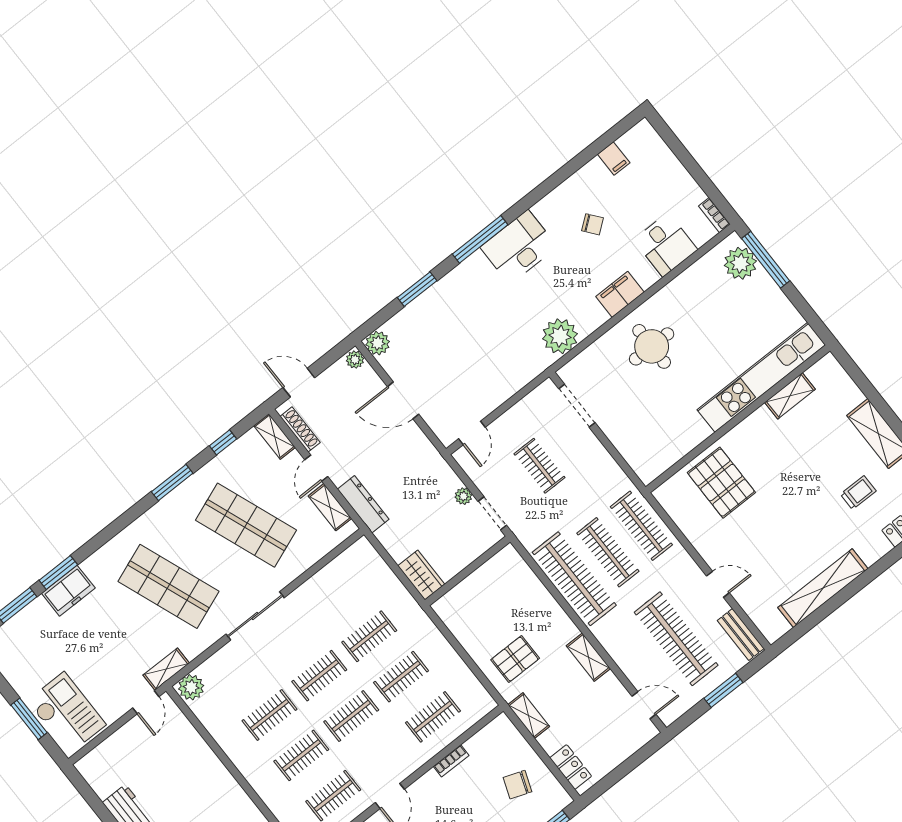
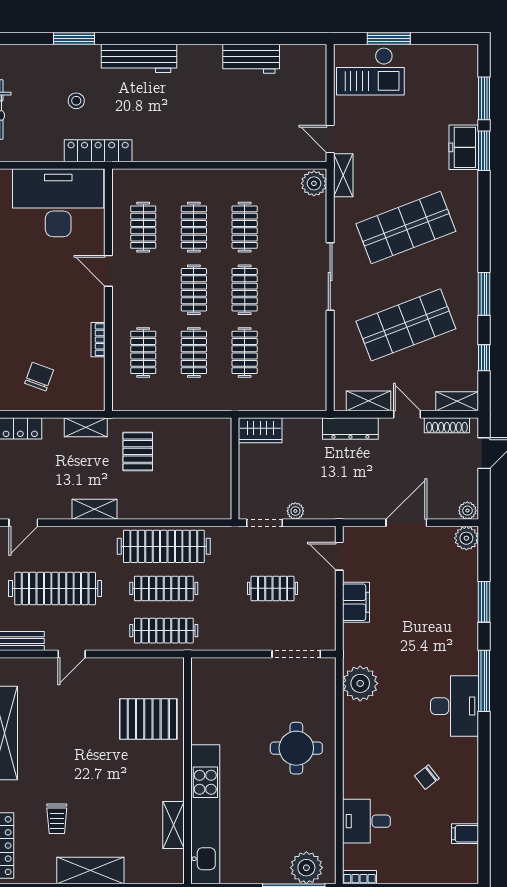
filing cabinet: (620, 294) -> (356, 602), moved

